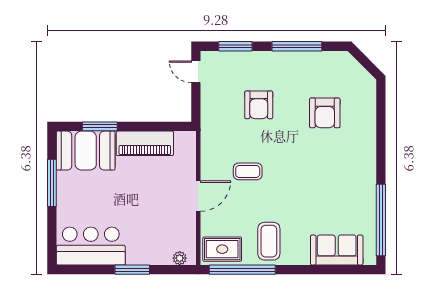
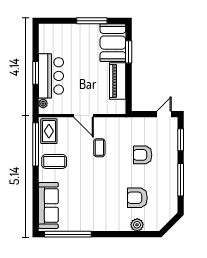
plant: (366, 113) -> (137, 225), added
bar counter: (91, 246) -> (51, 76), moved
sofa: (337, 250) -> (48, 205), width x1.36

